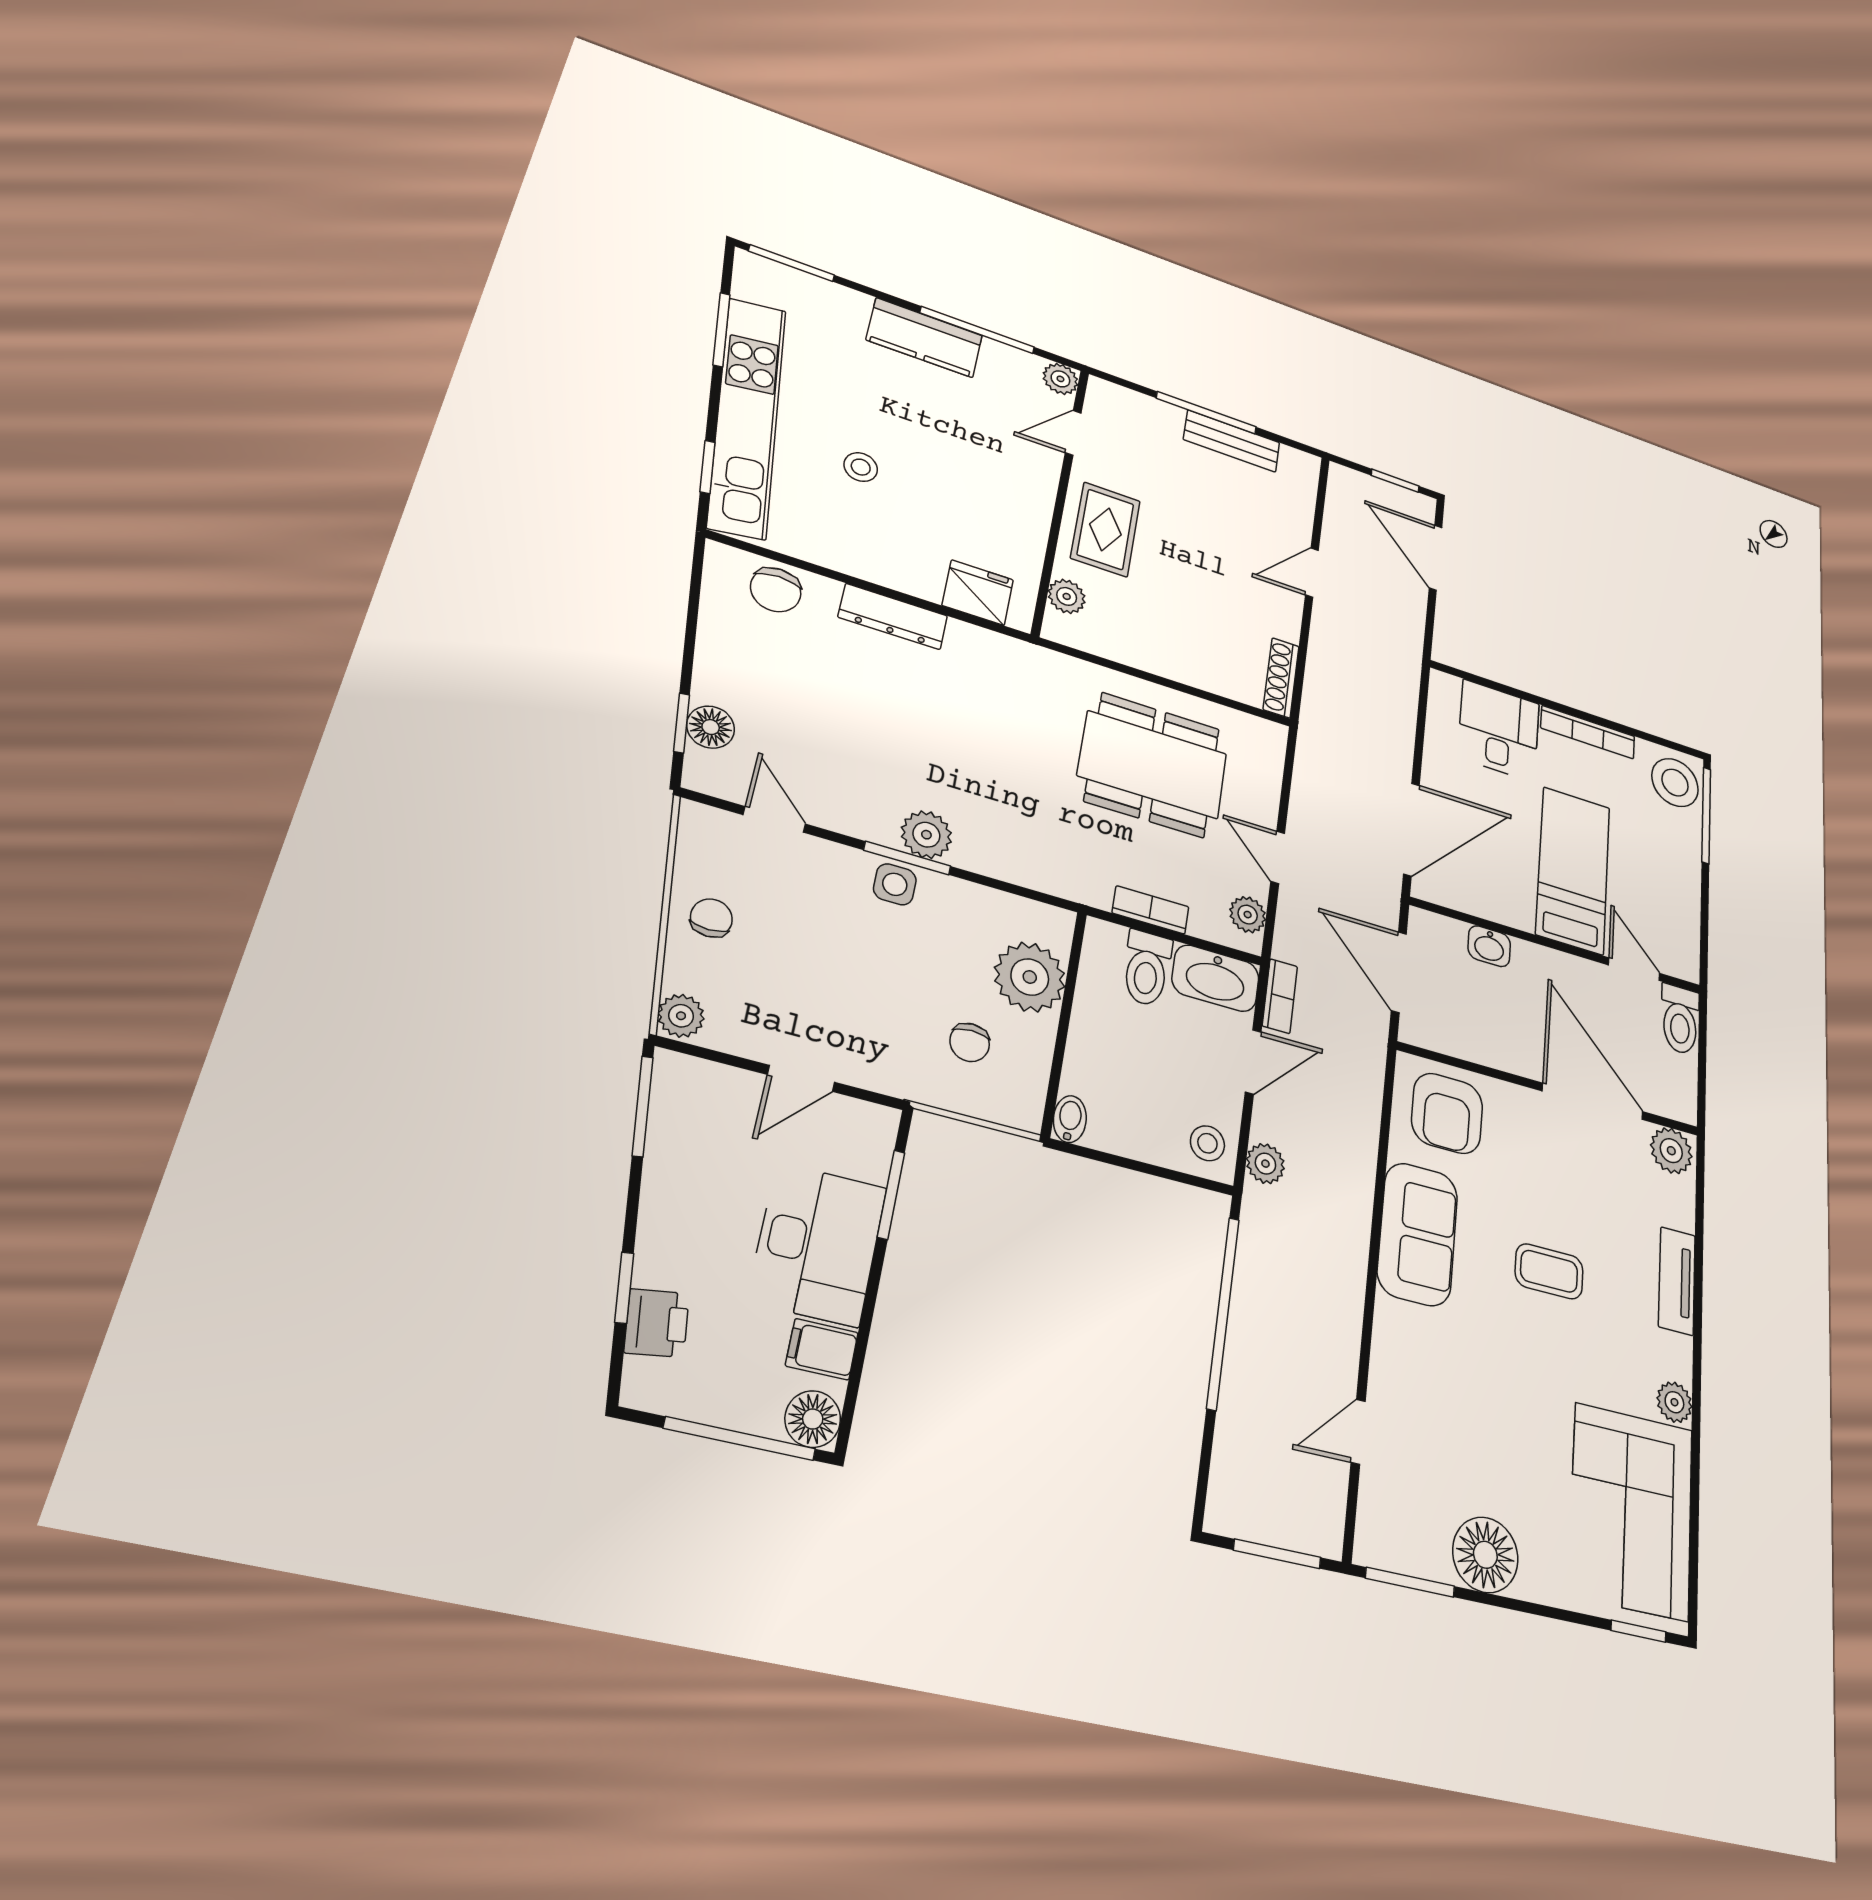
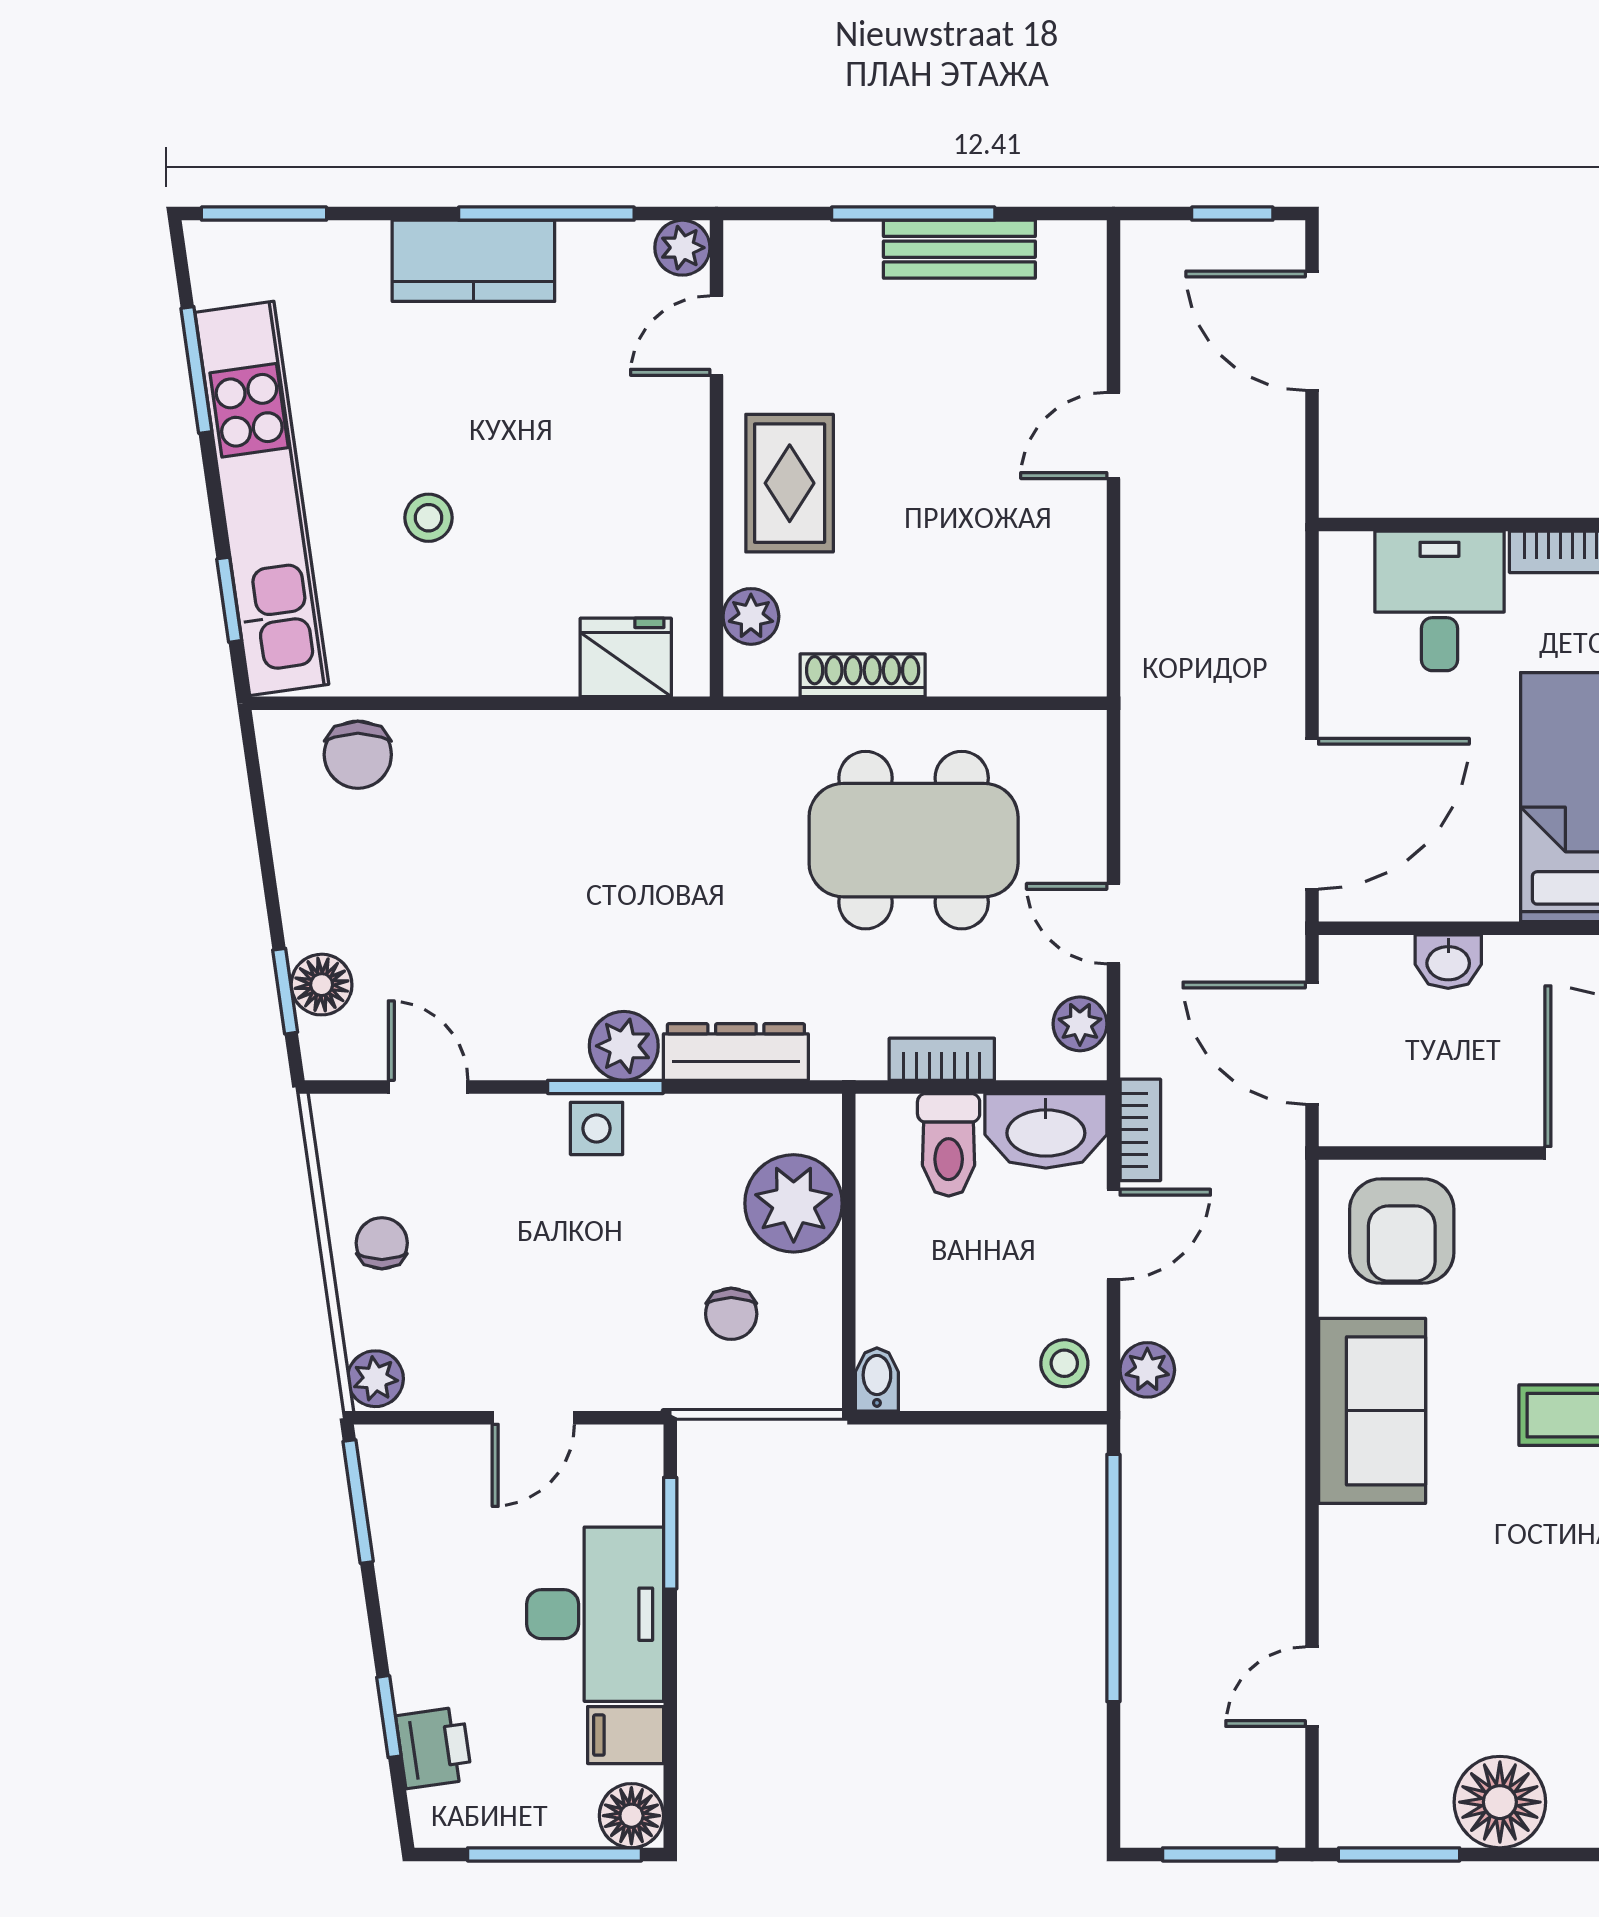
dresser: (893, 617) -> (736, 1052), moved, turned 180
shoe rack: (1281, 678) -> (863, 675), moved, turned 90

